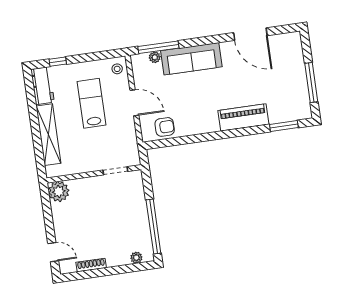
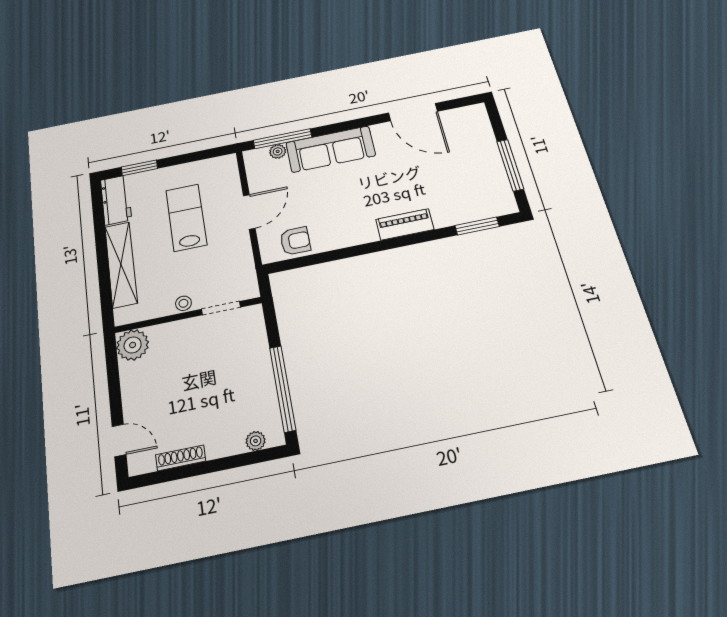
window: (58, 62) -> (139, 168), width x1.50
stool: (117, 69) -> (183, 303), moved
door: (134, 103) -> (249, 212), hinge flipped
piano: (243, 117) -> (405, 224), width x0.73, depth x0.75

